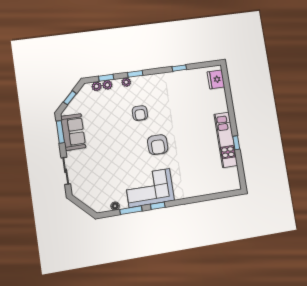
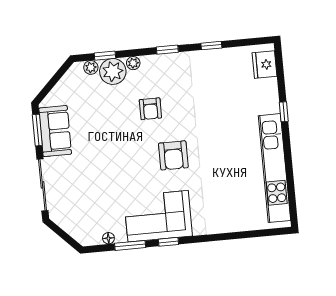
window: (135, 74) -> (167, 50), moved
plant: (107, 85) -> (113, 71), width x1.87, depth x1.87
window: (70, 98) -> (53, 82), removed
kitchen unit: (226, 140) -> (274, 168), width x1.36
window: (236, 143) -> (284, 112), moved
sliding door: (66, 171) -> (42, 185), width x1.37

